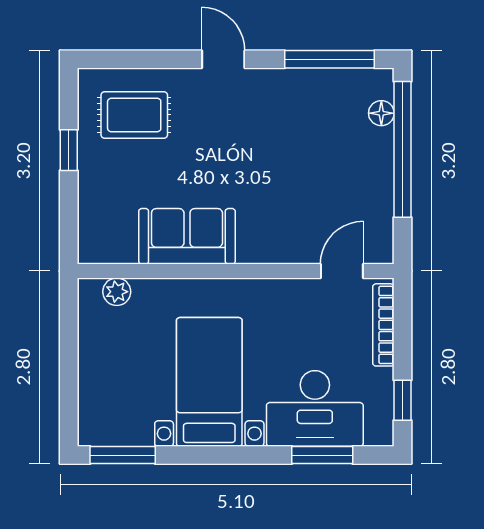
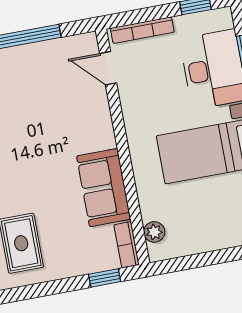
window: (69, 150) -> (105, 278), moved
bookcase: (107, 252) -> (127, 245), added

